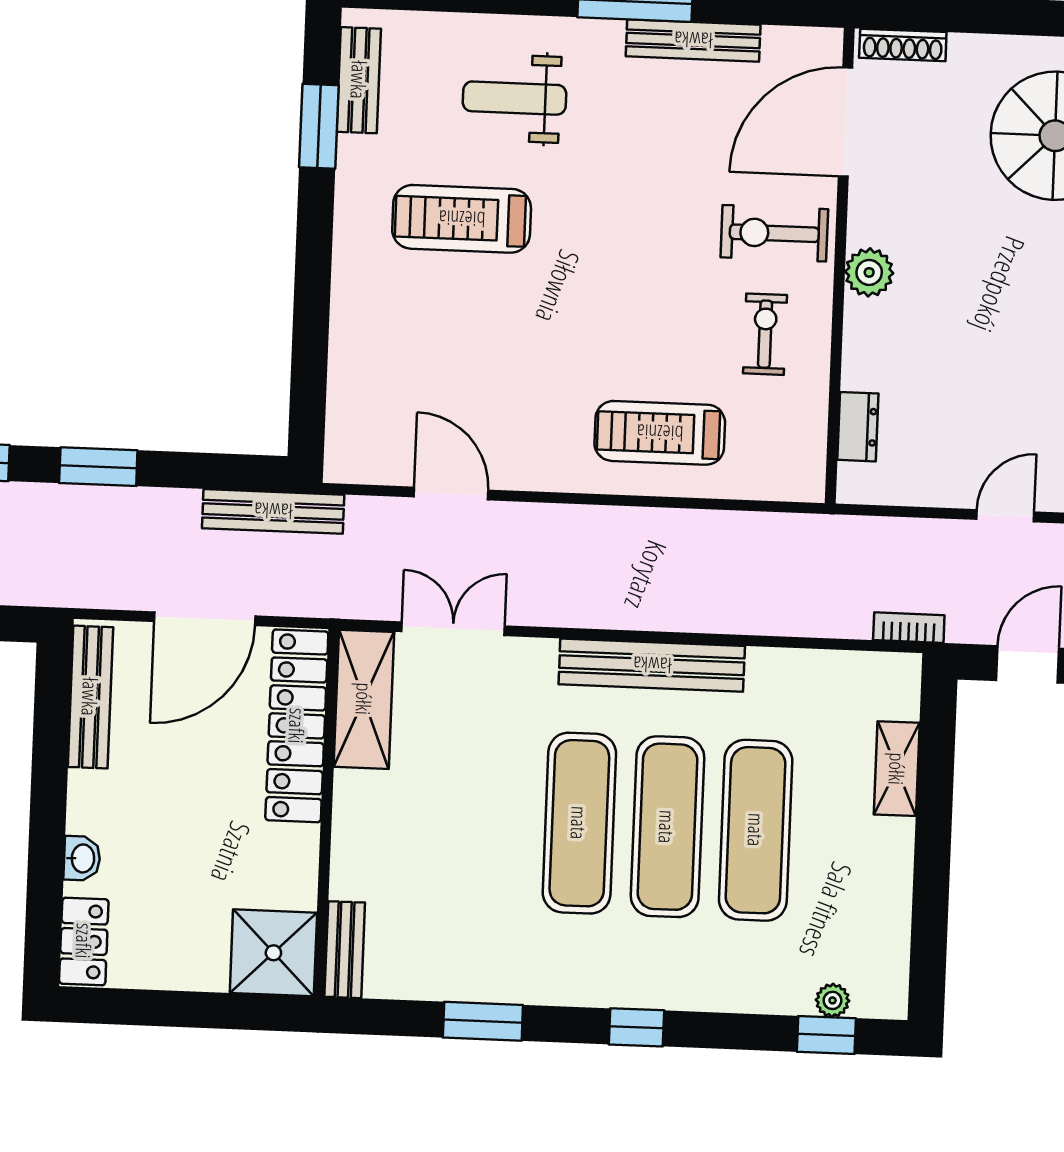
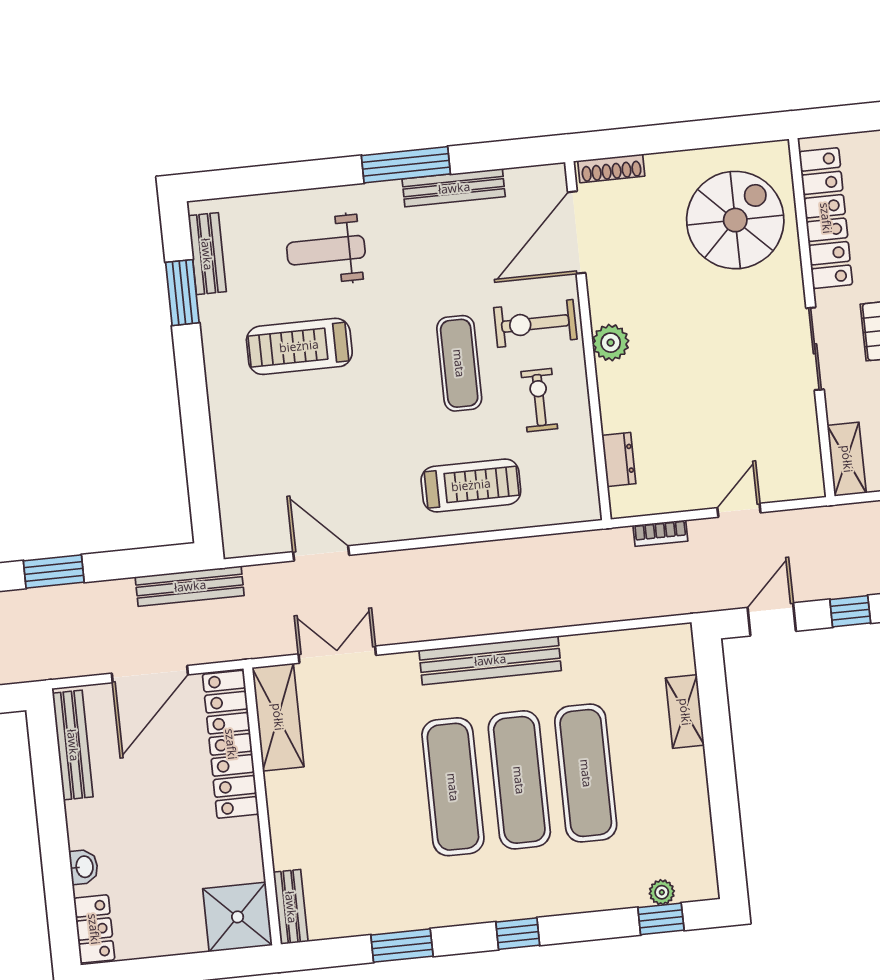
exercise mat: (667, 271) -> (459, 363), added
treadmill: (660, 433) -> (471, 485), turned 180
bookcase: (909, 628) -> (660, 533), moved, turned 180

